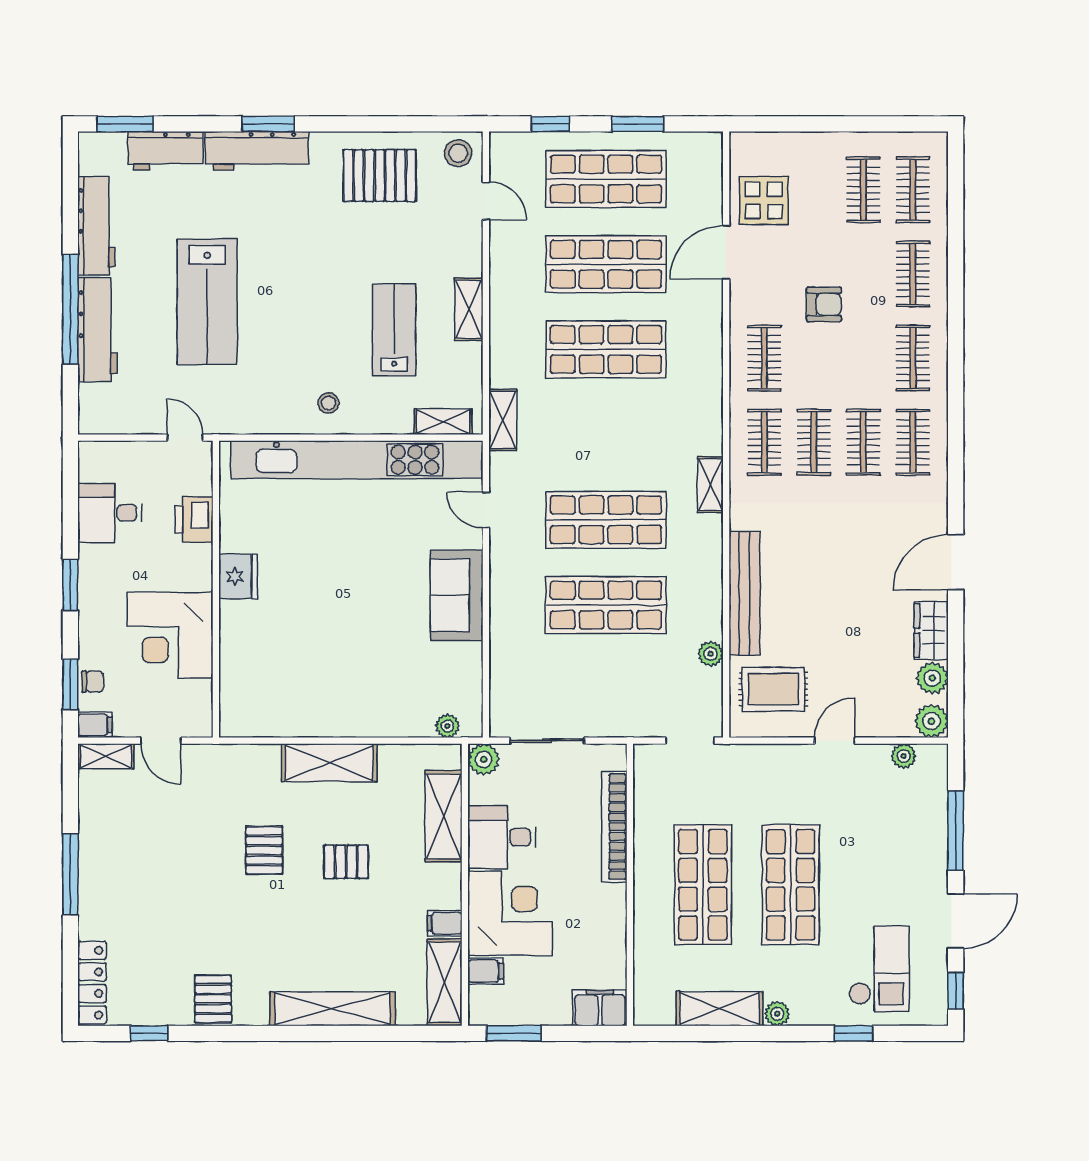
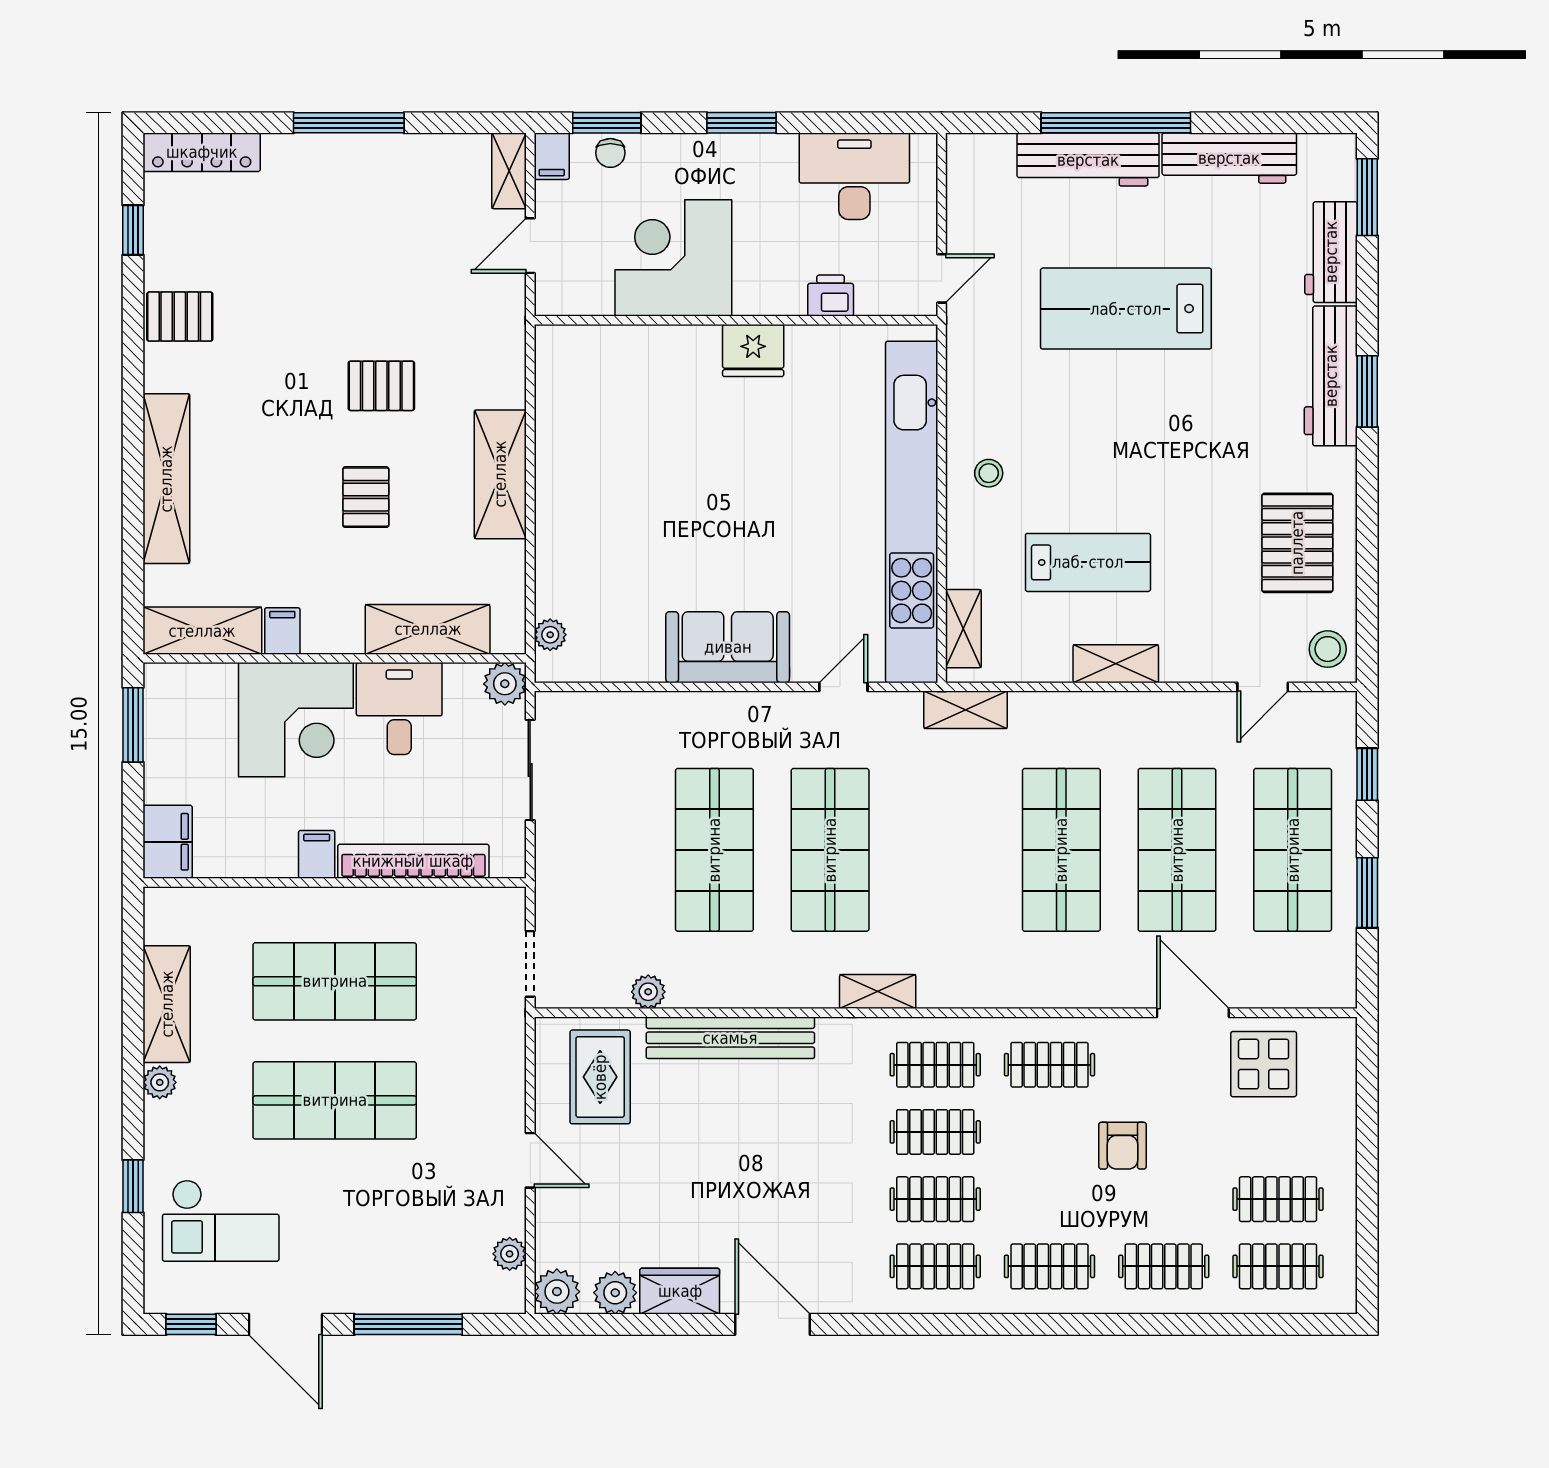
desk: (110, 513) -> (854, 176), width x1.37
printer: (194, 519) -> (831, 296), width x0.73, depth x0.81
filing cabinet: (486, 971) -> (317, 854), moved, turned 180

